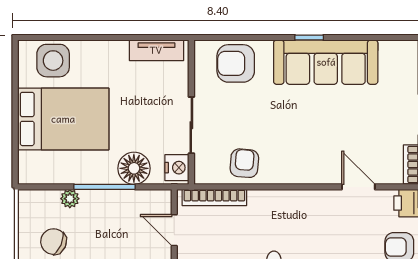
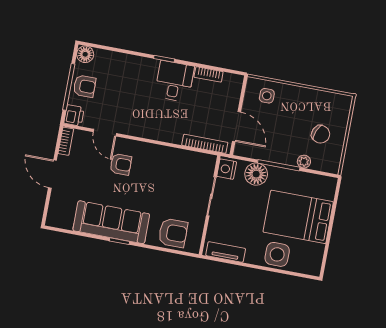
side table: (53, 61) -> (277, 254), moved
armchair: (244, 163) -> (121, 164), moved, turned -95
door: (174, 230) -> (237, 127), width x1.38

